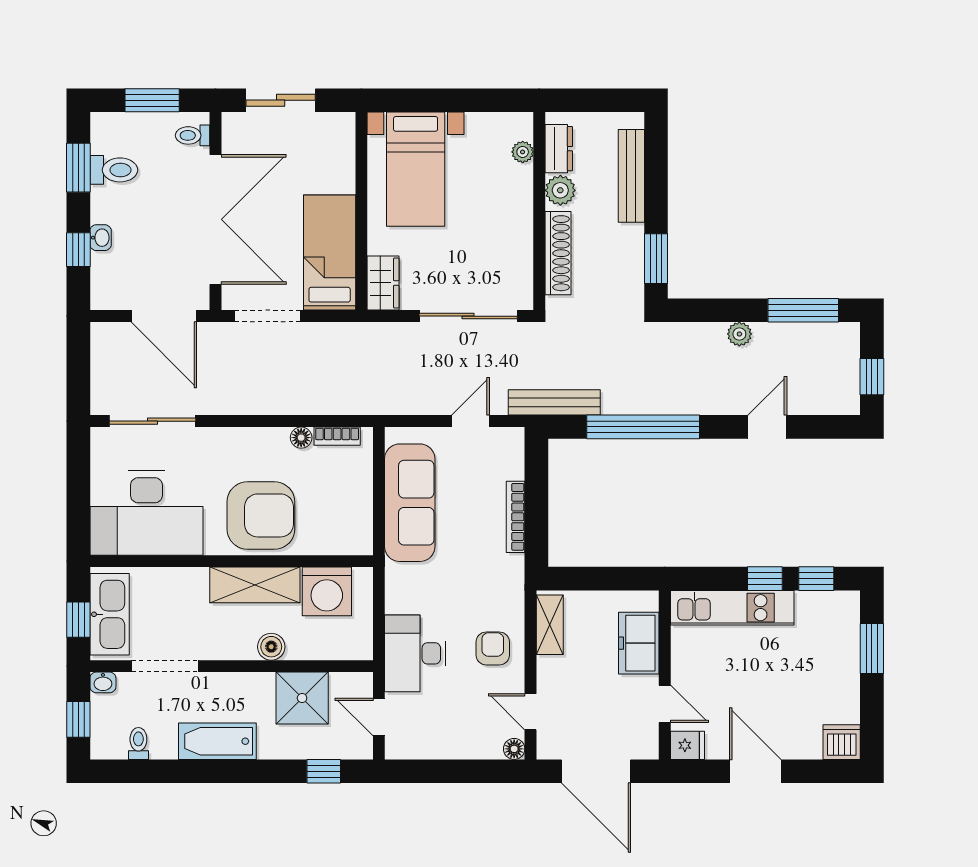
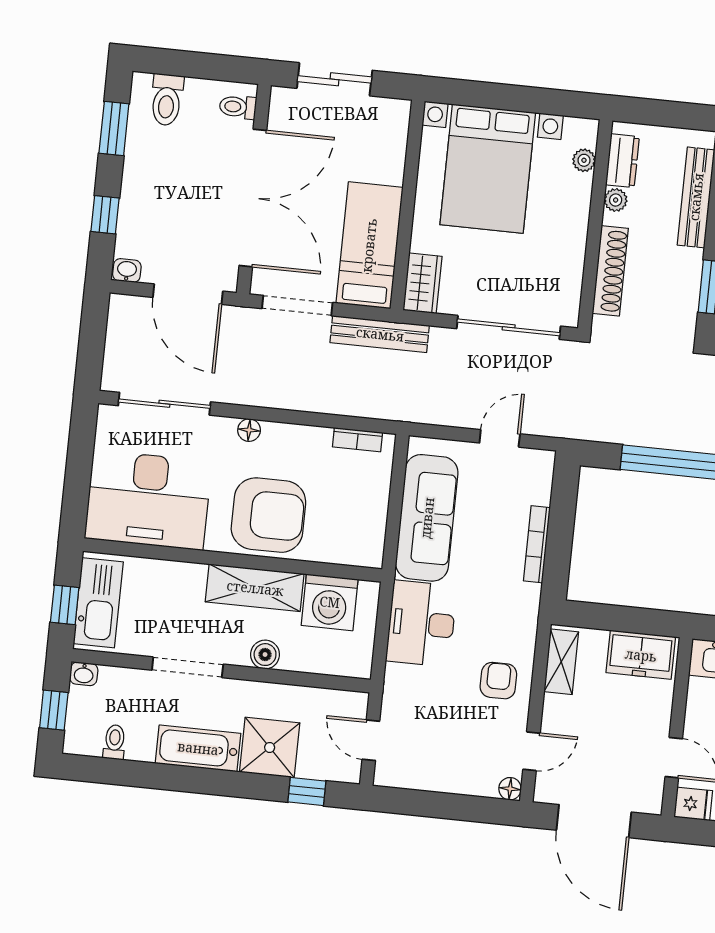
window: (152, 100) -> (199, 65), removed
bed with nightstands: (416, 169) -> (488, 169), width x1.36
toilet: (114, 170) -> (167, 100), moved, turned 90
plant: (560, 190) -> (616, 200), width x0.73, depth x0.73
washbasin: (101, 238) -> (127, 270), moved, turned -90
bench: (554, 402) -> (380, 334), moved
floor lamp: (301, 438) -> (249, 430), moved
freezer: (639, 643) -> (641, 655), moved, turned -90
desk: (415, 653) -> (421, 624), moved
doorway: (165, 666) -> (188, 667), moved
shower: (302, 698) -> (270, 747), moved
door: (531, 712) -> (531, 751), swing flipped

